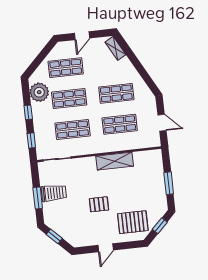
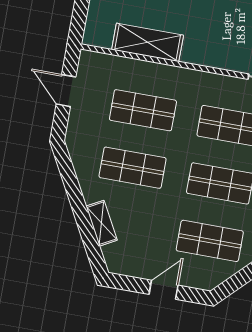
shelving: (115, 48) -> (102, 223), moved
shelving: (115, 161) -> (148, 42), moved

